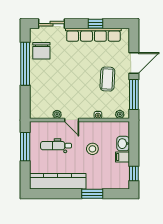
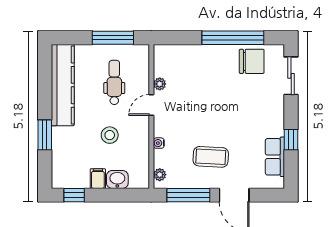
row of seats: (93, 35) -> (275, 157), width x0.50
chair: (41, 51) -> (252, 61), turned 180

